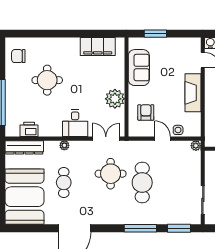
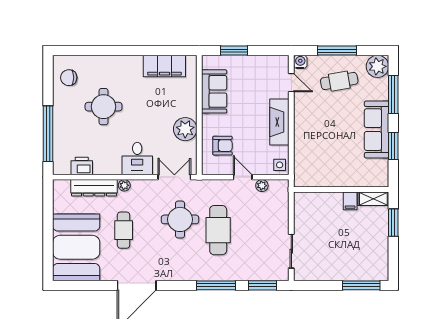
armchair: (146, 112) -> (222, 146), turned 90
side table: (178, 130) -> (280, 165), moved
plant: (196, 146) -> (262, 186), moved
dresser: (24, 147) -> (94, 188), moved

